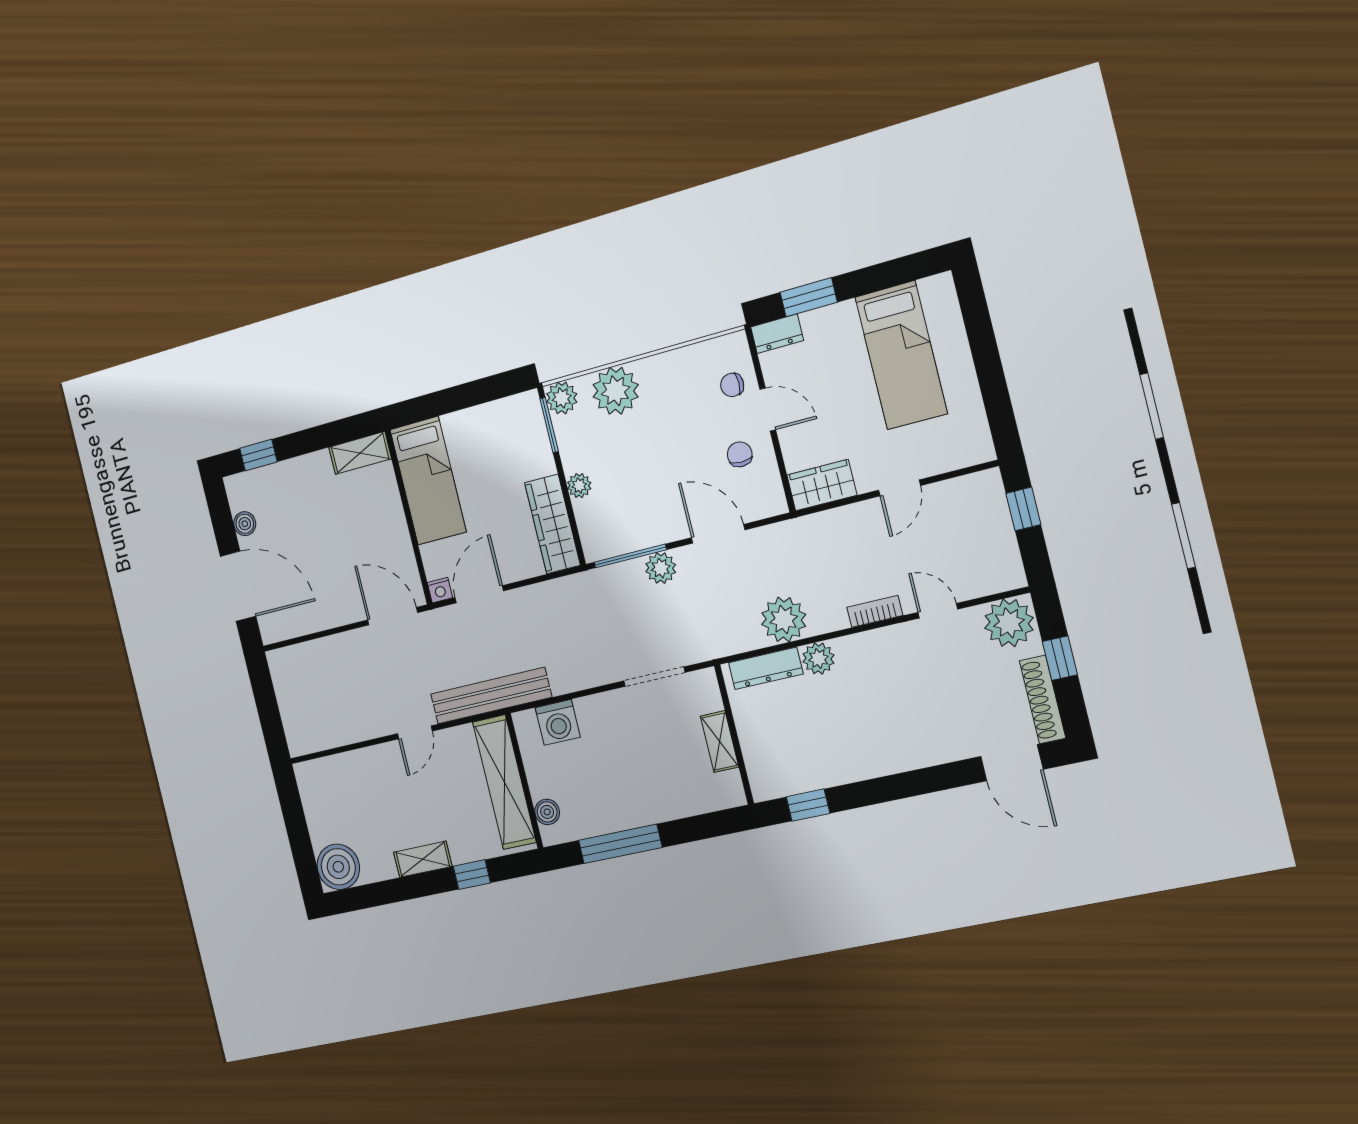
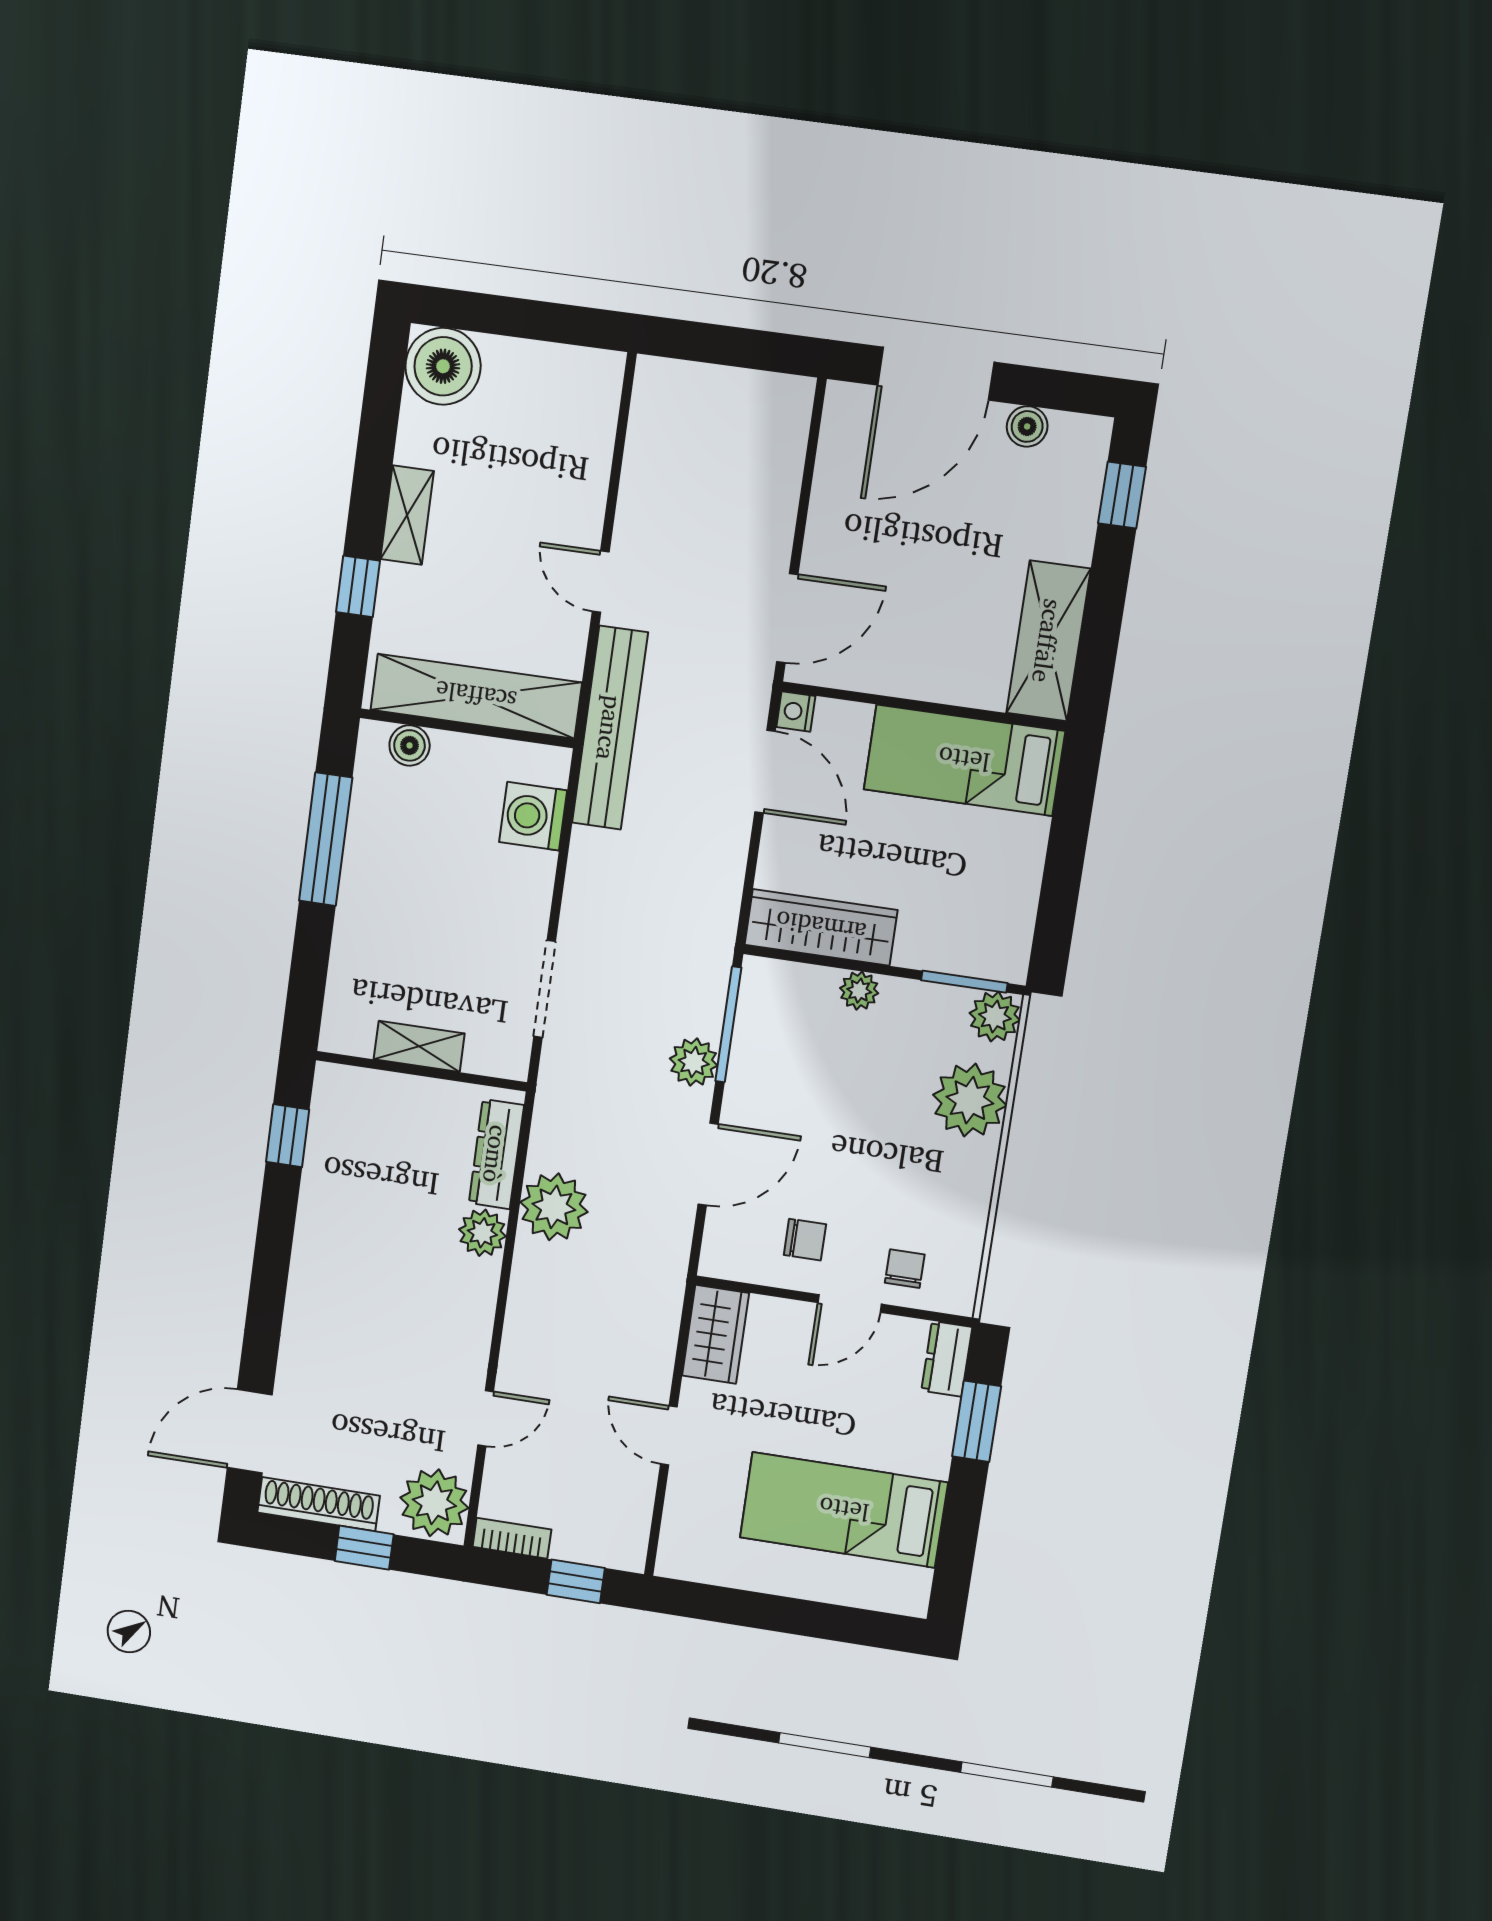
shelving: (360, 453) -> (1048, 641), width x1.50, depth x1.33
bookcase: (875, 611) -> (512, 1538), moved, turned -90

